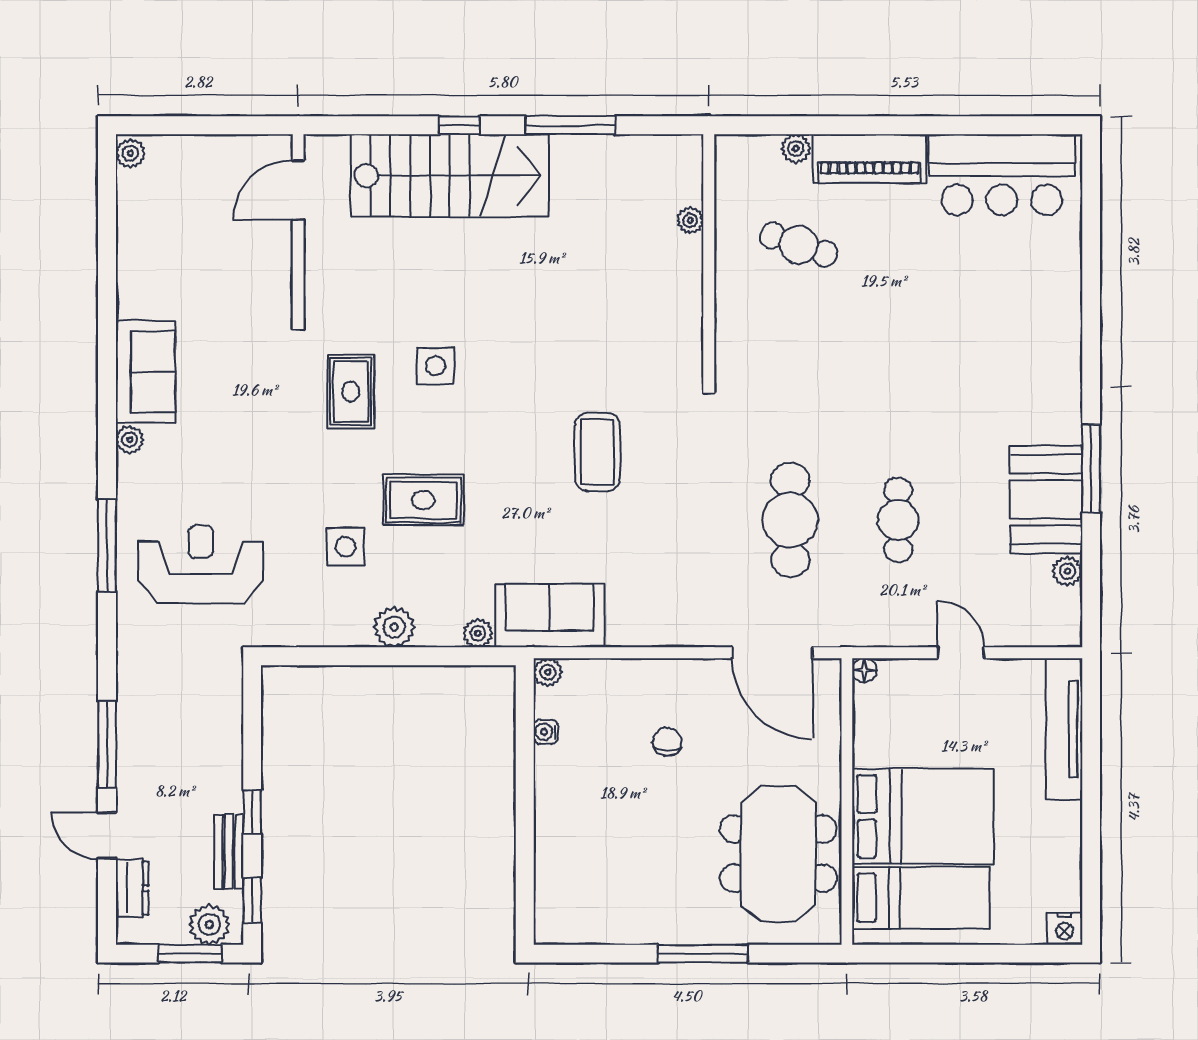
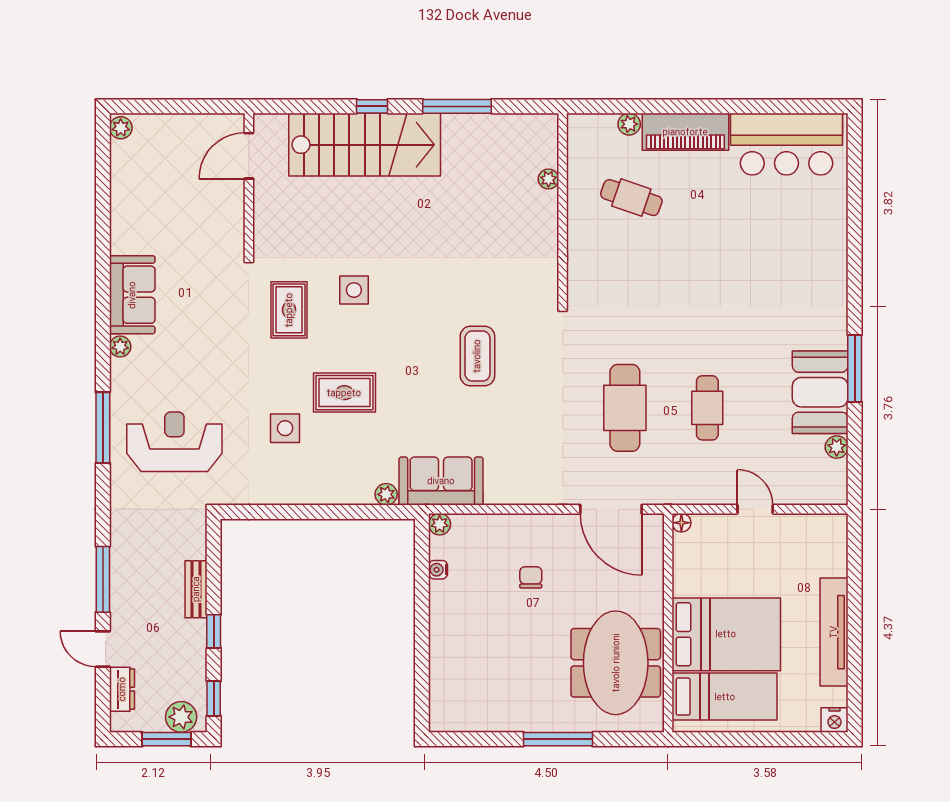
plant: (394, 627) -> (322, 490), removed
tv unit: (1064, 729) -> (834, 632), moved
bench: (229, 852) -> (196, 589), moved

